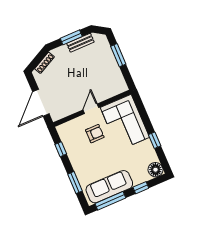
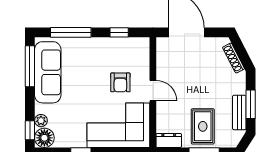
rug: (101, 64) -> (203, 126), added
dresser: (121, 83) -> (169, 140), added
plant: (145, 177) -> (41, 121), added
window: (75, 183) -> (71, 32), width x1.44
window: (141, 188) -> (30, 130), moved

